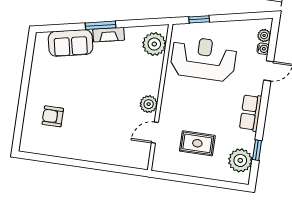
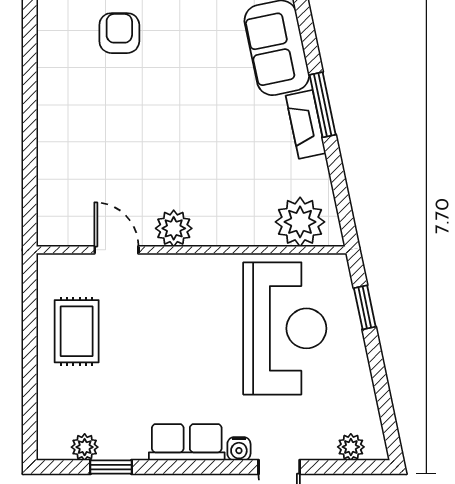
water cooler: (263, 49) -> (239, 449), moved
rug: (197, 143) -> (77, 331), moved
plant: (240, 160) -> (85, 447), width x0.53, depth x0.53

